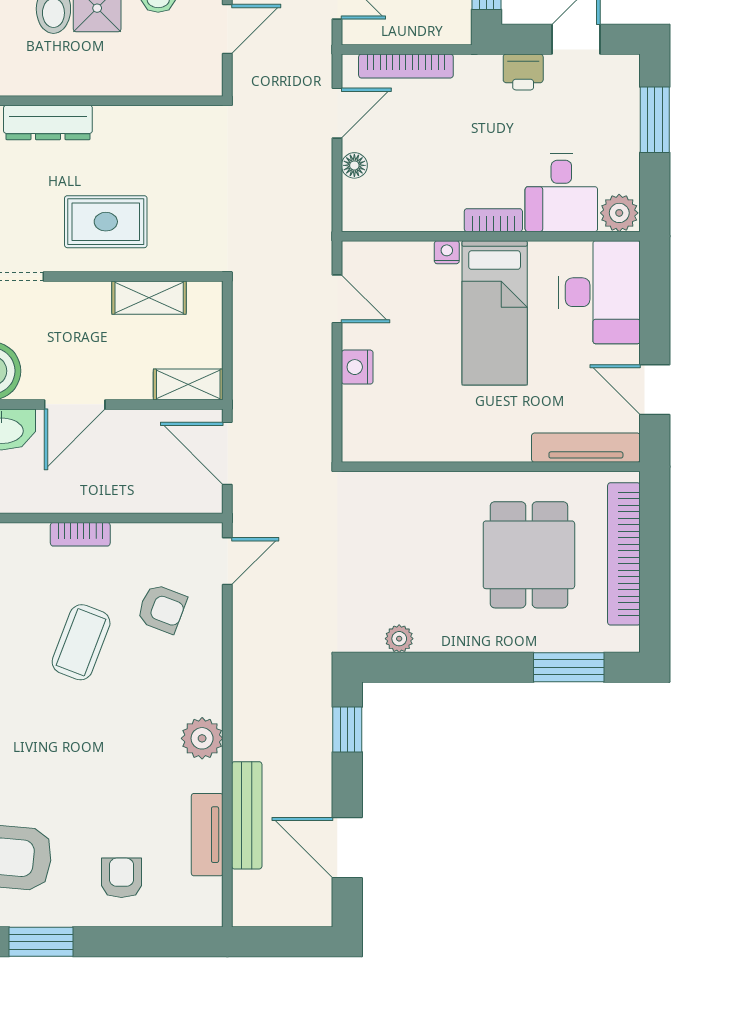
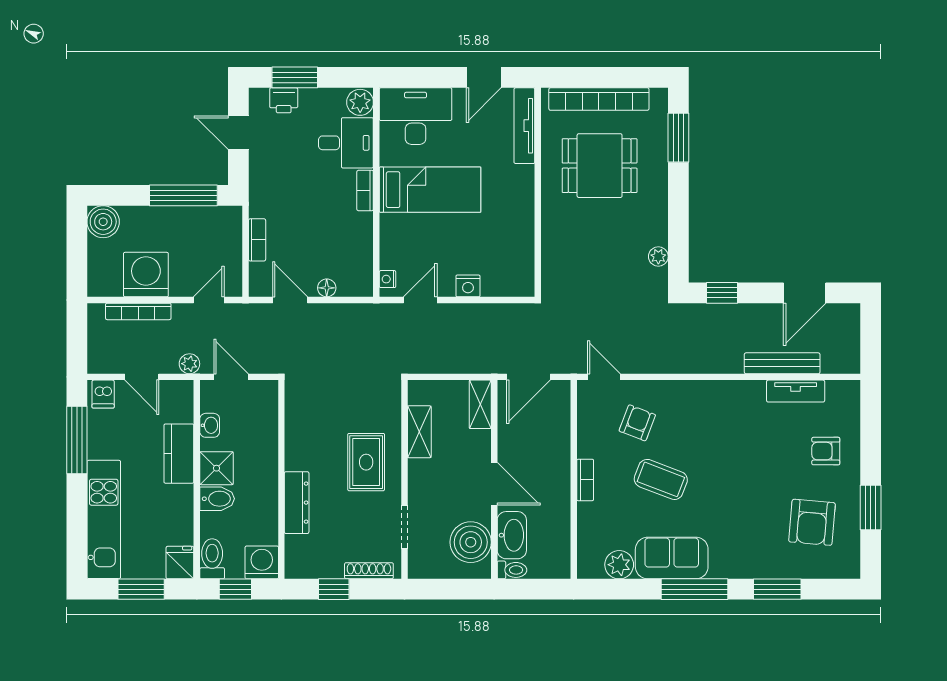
bookcase: (406, 66) -> (257, 240), width x0.64
printer: (523, 72) -> (284, 100), moved, turned 90
nightstand: (447, 252) -> (388, 279), moved
plant: (202, 738) -> (728, 395), removed

